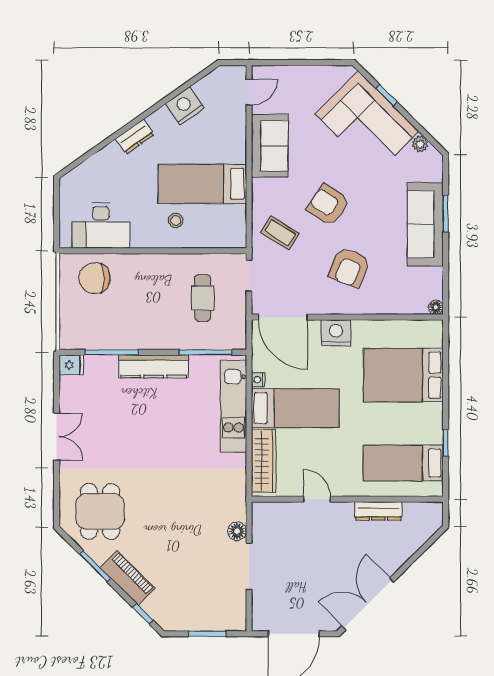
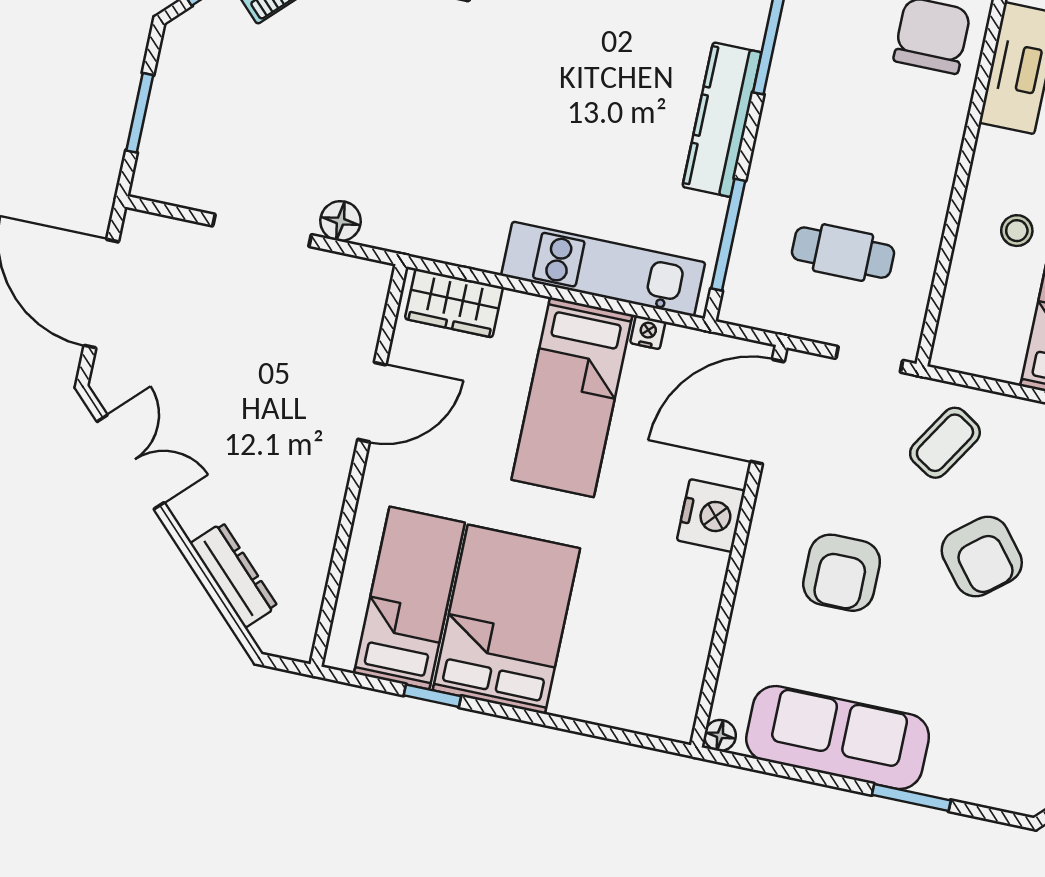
armchair: (328, 205) -> (982, 556), turned 108
sofa: (425, 224) -> (838, 738), moved
armchair: (349, 267) -> (842, 573), turned -111
bed: (403, 375) -> (506, 619), moved
wardrobe: (264, 461) -> (454, 303), width x0.67
door: (317, 499) -> (372, 402), width x1.38
dresser: (378, 511) -> (234, 575), moved, turned 135
double door: (368, 604) -> (131, 462), width x0.73

